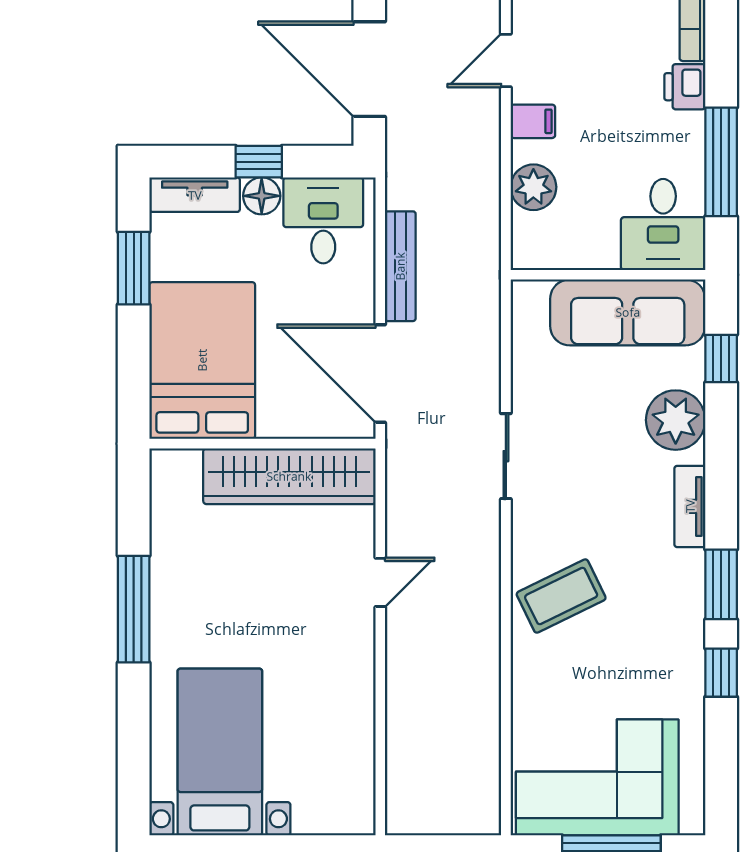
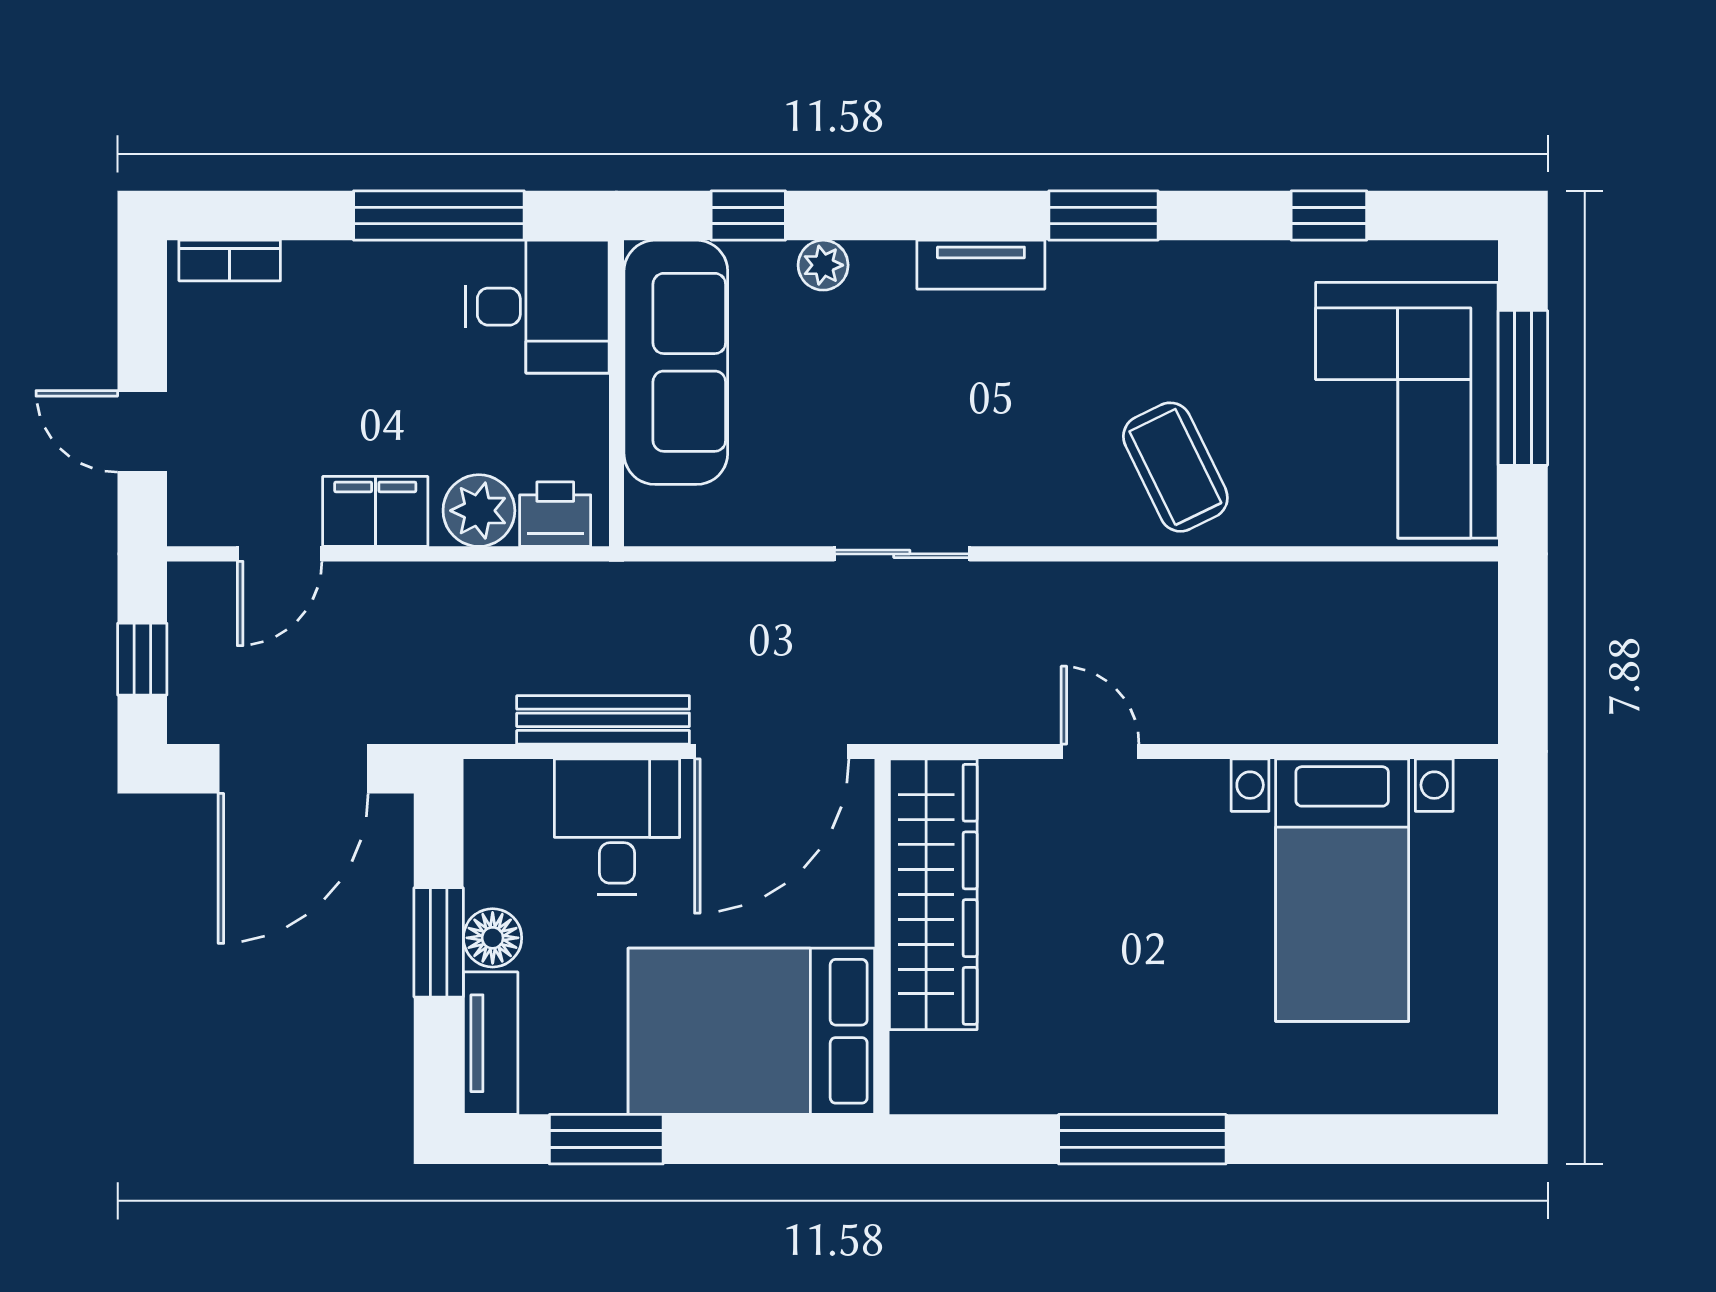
door: (506, 60) -> (280, 554), hinge flipped
printer: (685, 87) -> (555, 514), moved, turned 180
filing cabinet: (533, 121) -> (375, 511), width x2.00
window: (259, 162) -> (439, 942), width x1.50
desk: (323, 220) -> (617, 826), moved, turned 90
plant: (676, 420) -> (823, 265), width x0.53, depth x0.53
coffee table: (561, 596) -> (1175, 467), moved
window: (721, 673) -> (1329, 216), moved
bed with nightstands: (220, 752) -> (1342, 890), moved, turned -90

